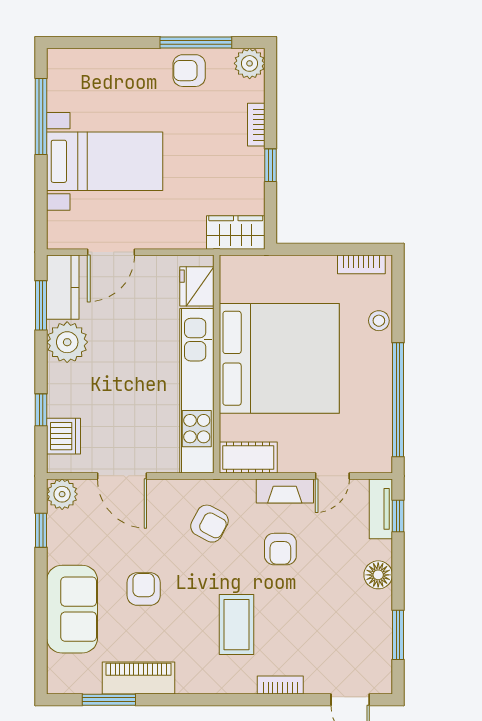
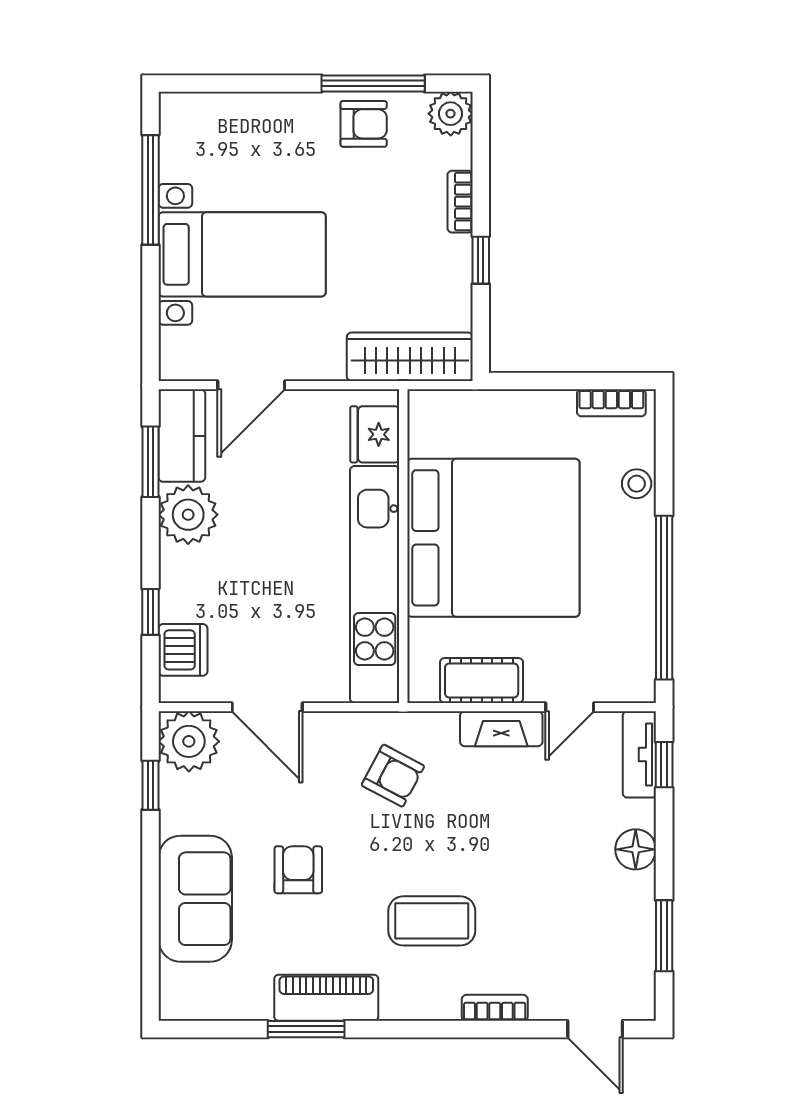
armchair: (189, 71) -> (364, 124), turned 180
wardrobe: (236, 232) -> (410, 357), width x1.50
cot: (248, 457) -> (482, 681), moved
plant: (62, 494) -> (189, 741), width x1.36, depth x1.36
armchair: (280, 549) -> (495, 812), removed
coffee table: (236, 625) -> (432, 921), turned 90
piano: (138, 678) -> (326, 998), moved
window: (109, 700) -> (306, 1029), moved

